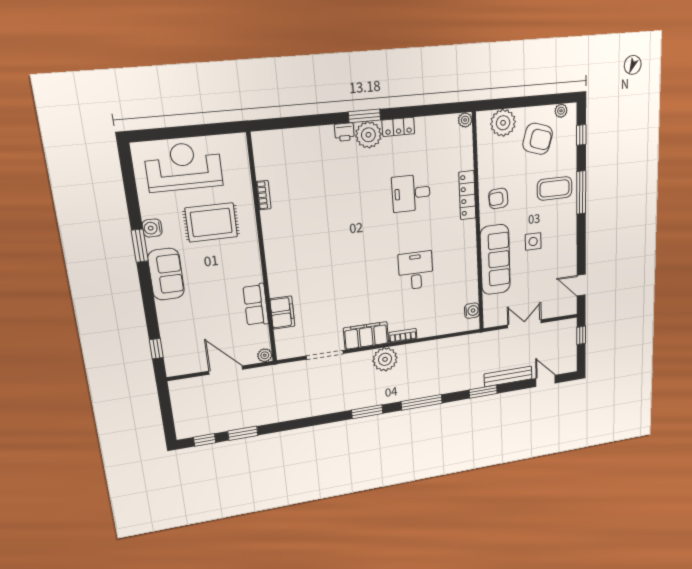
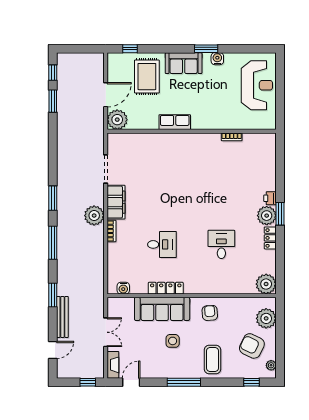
plant: (465, 120) -> (266, 284), width x1.87, depth x1.87
armchair: (538, 139) -> (252, 346), turned 99
window: (581, 192) -> (184, 382), moved
locker: (467, 195) -> (166, 288), moved
rug: (211, 222) -> (147, 77), moved
row of seats: (256, 305) -> (175, 122), moved
fireplace: (562, 310) -> (113, 365), added
filing cabinet: (282, 313) -> (144, 141), removed
plant: (265, 355) -> (117, 120), width x1.87, depth x1.87

